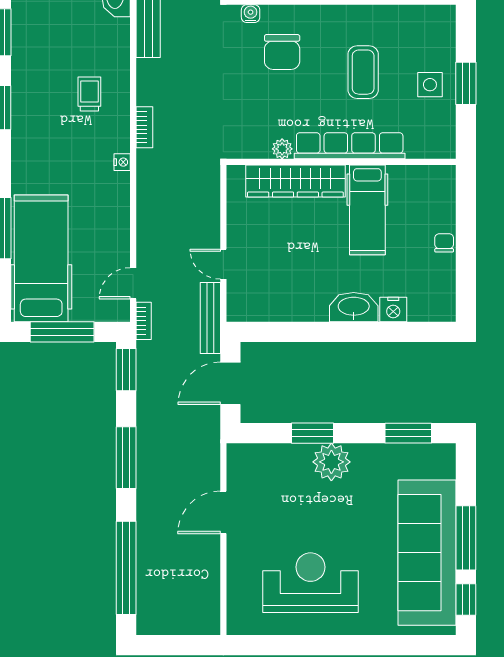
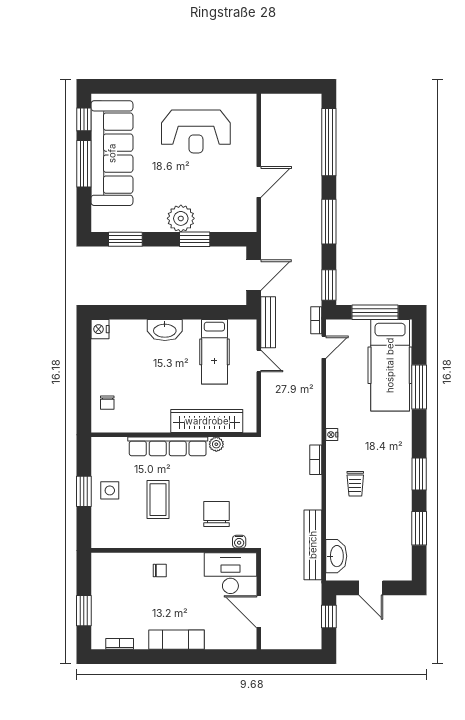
hospital bed: (367, 210) -> (214, 352), moved, turned 180
chair: (444, 243) -> (107, 403), moved
nightstand: (393, 310) -> (100, 329), moved, turned -90

